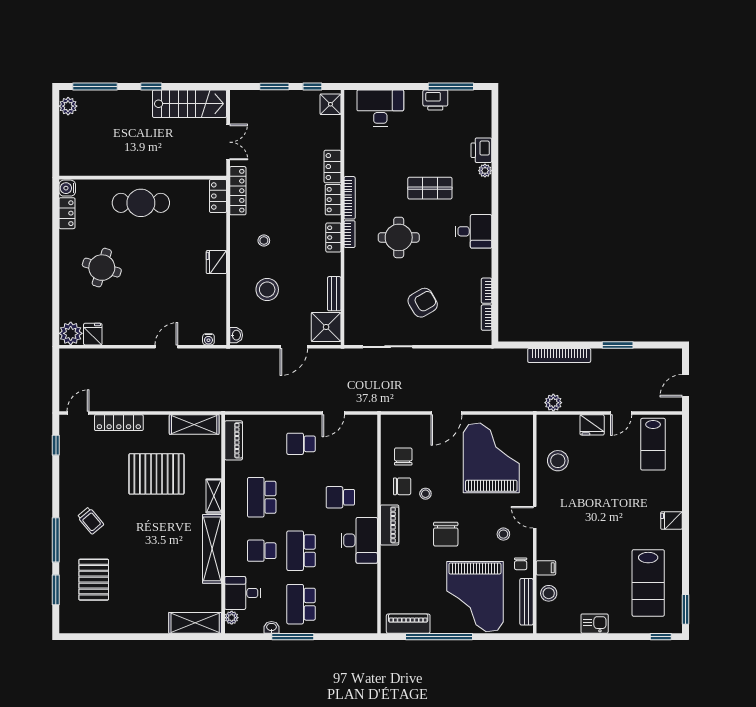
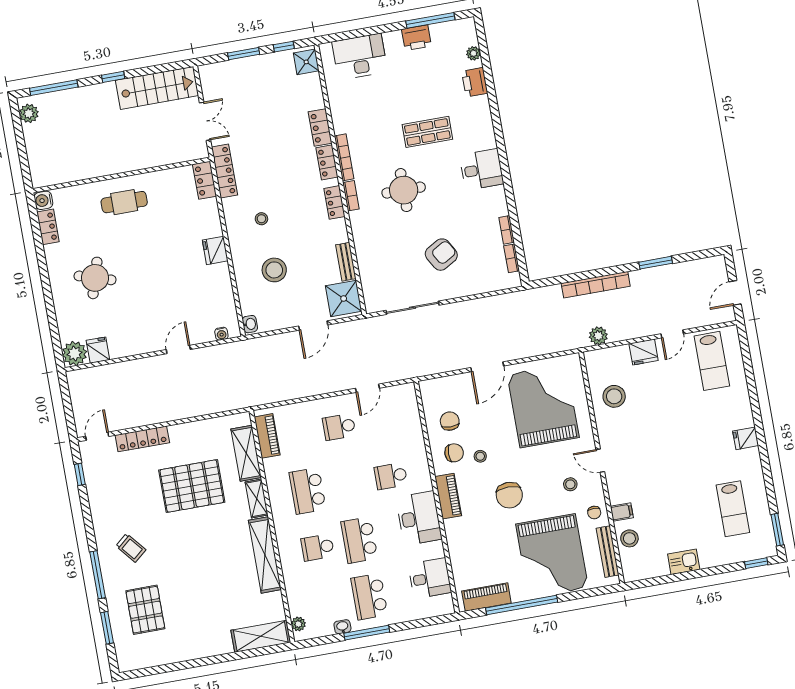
plant: (485, 171) -> (473, 53), moved
cafe table: (141, 203) -> (124, 202), width x0.73, depth x0.74
shelving: (194, 425) -> (246, 453), moved, turned 90
lab bench: (648, 583) -> (733, 509), width x0.73, depth x0.72
desk: (243, 593) -> (430, 578), moved, turned 180

